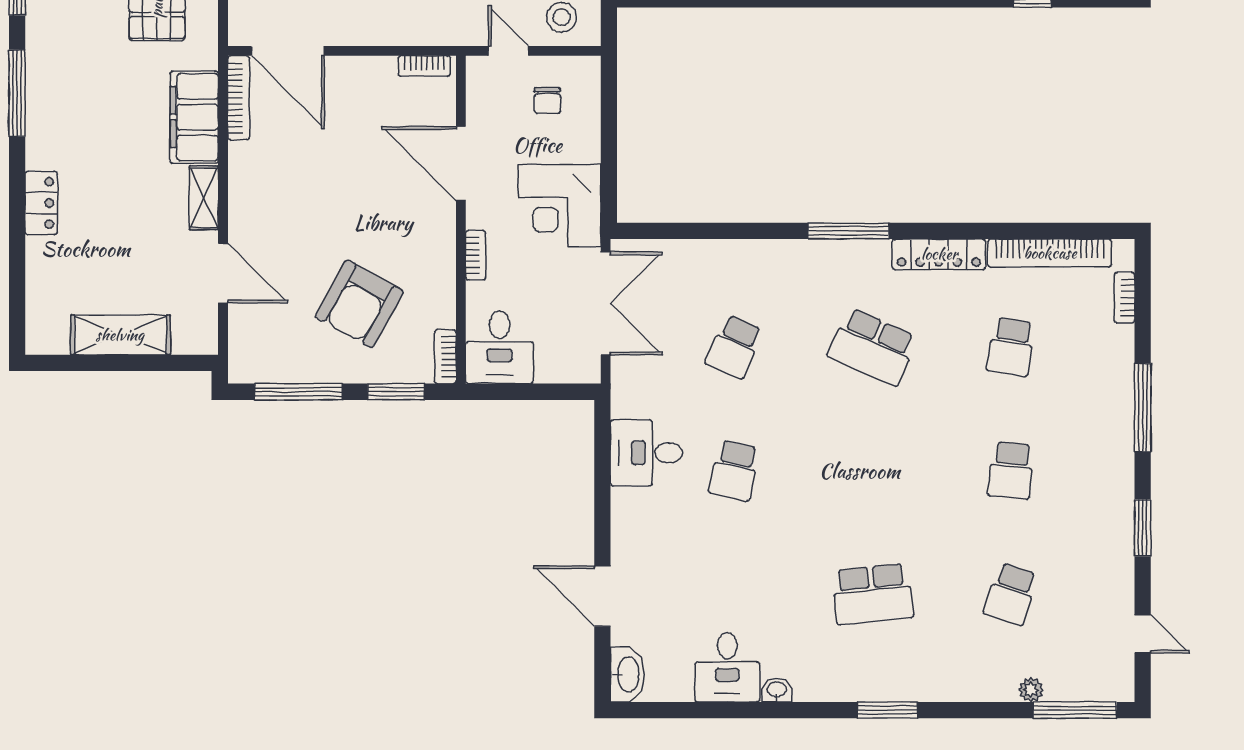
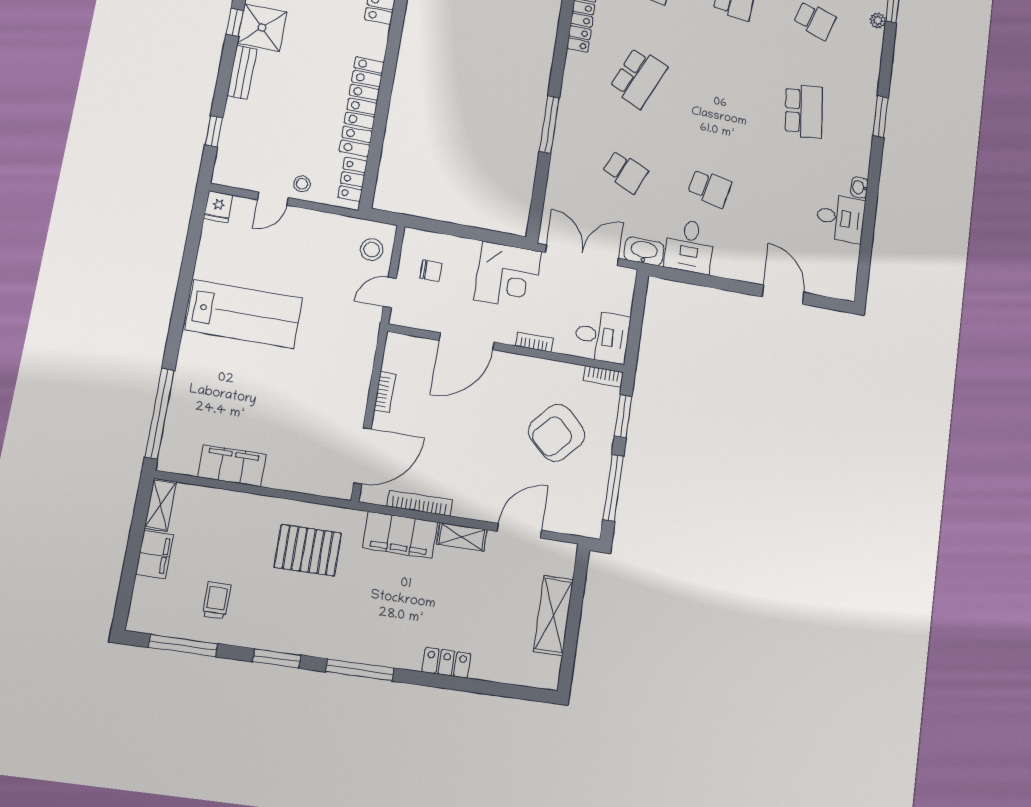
bookcase: (424, 66) -> (385, 392), moved
bookcase: (239, 98) -> (420, 503), moved
window: (848, 231) -> (549, 125), moved
armchair: (359, 304) -> (557, 433), turned 104
door: (602, 596) -> (783, 295), swing flipped
washbasin: (627, 674) -> (644, 251), moved

